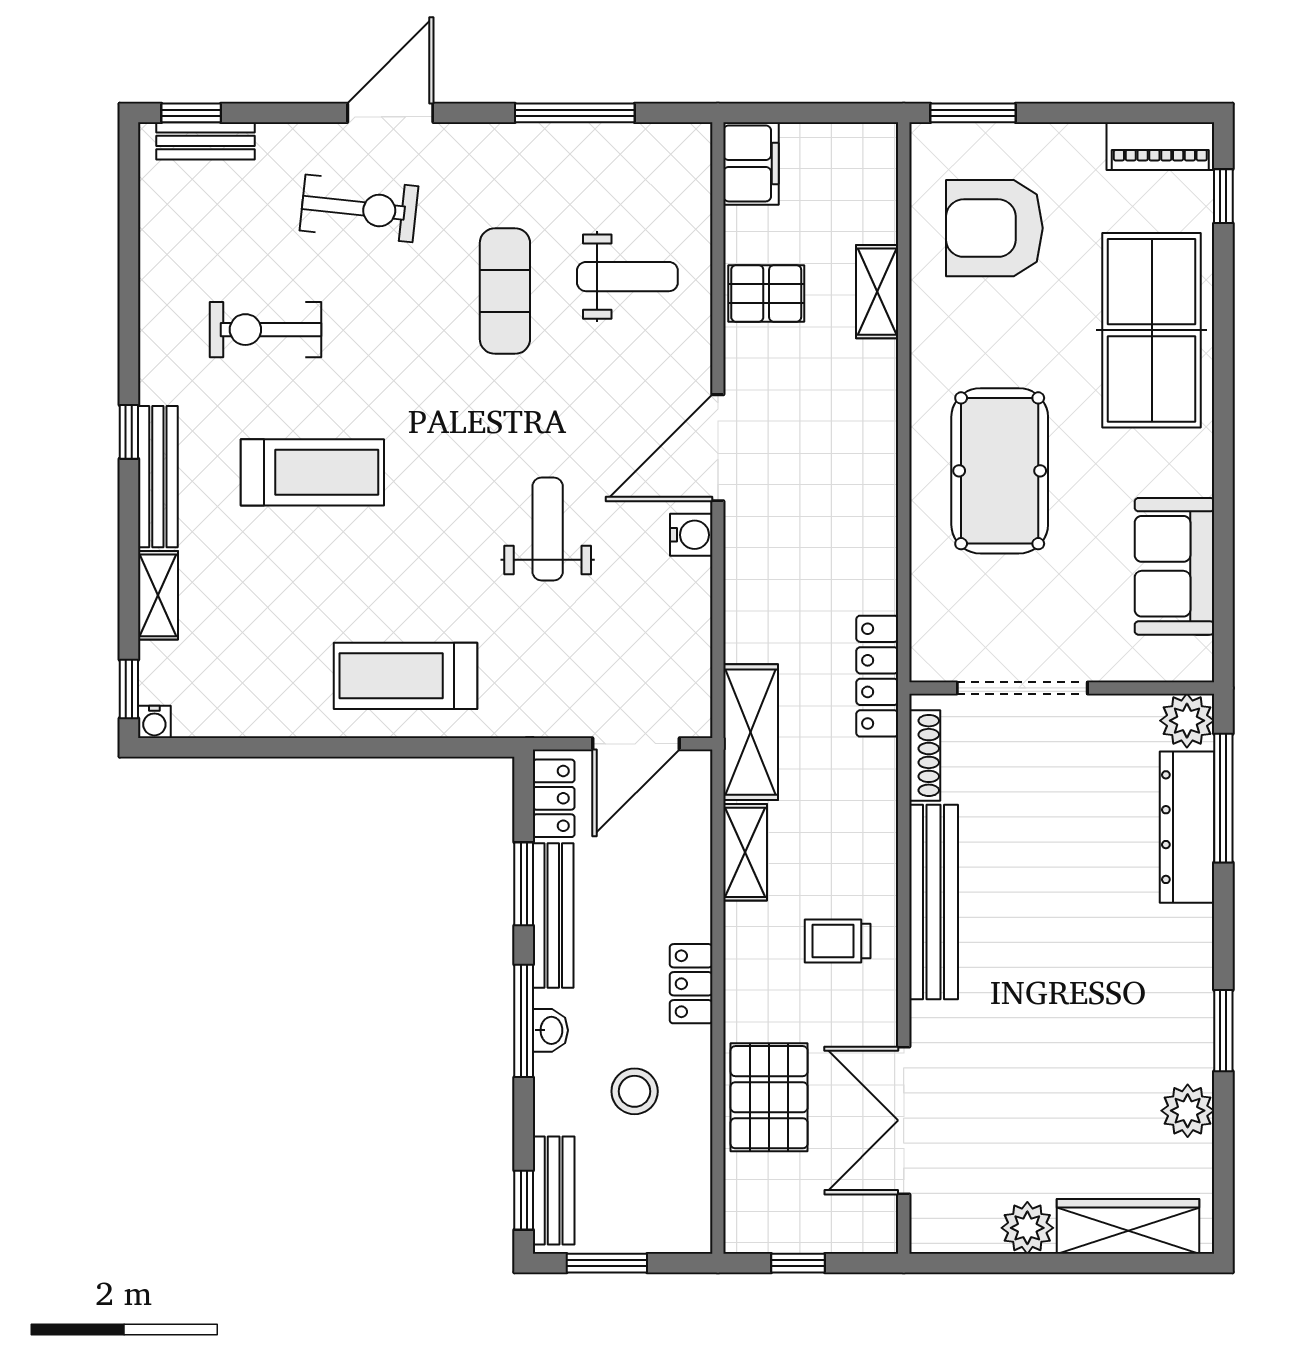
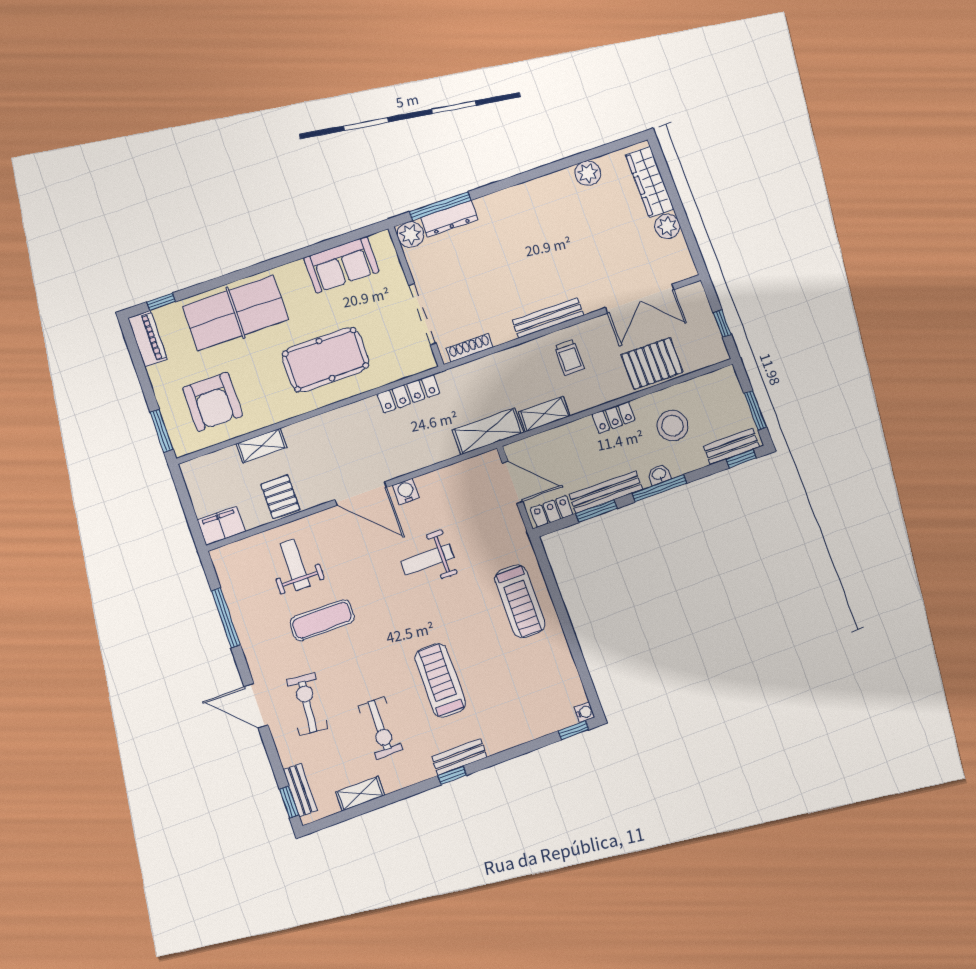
bench: (158, 477) -> (459, 757), width x0.73
shelving: (158, 595) -> (360, 794), moved
locker: (877, 676) -> (408, 394), moved
dresser: (1187, 827) -> (449, 219), width x0.73, depth x0.80
bench: (934, 902) -> (548, 318), width x0.73, depth x0.82
window: (1223, 1031) -> (546, 170), removed
stool: (635, 1091) -> (672, 426), width x1.38, depth x1.38

